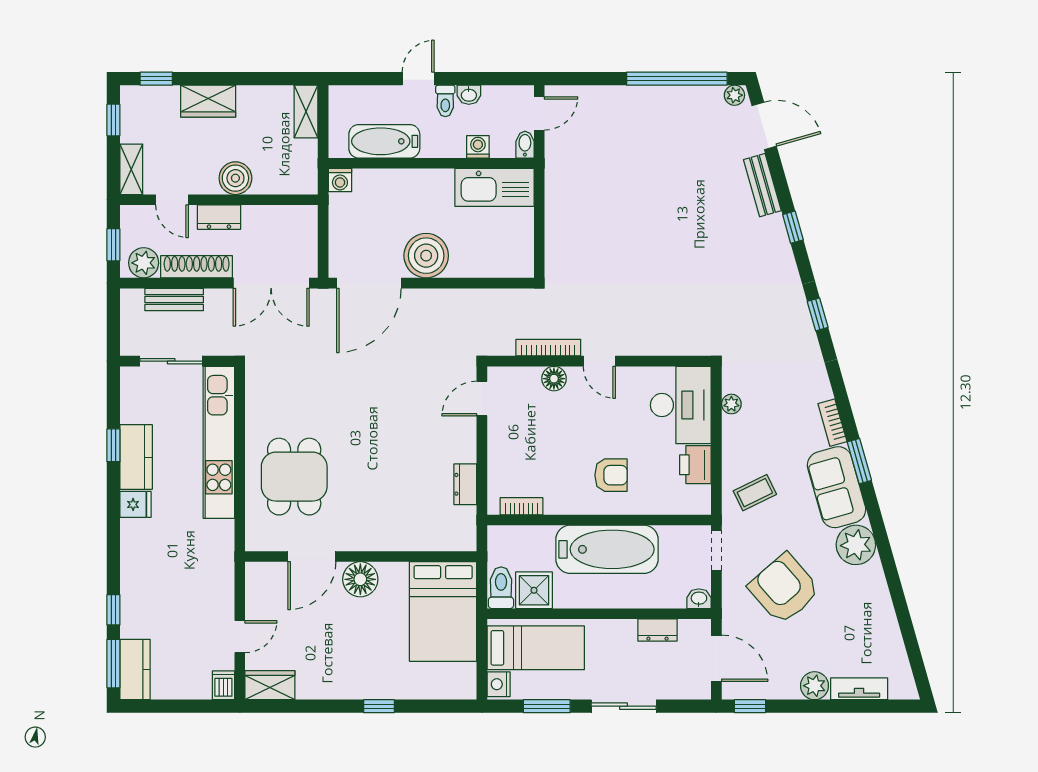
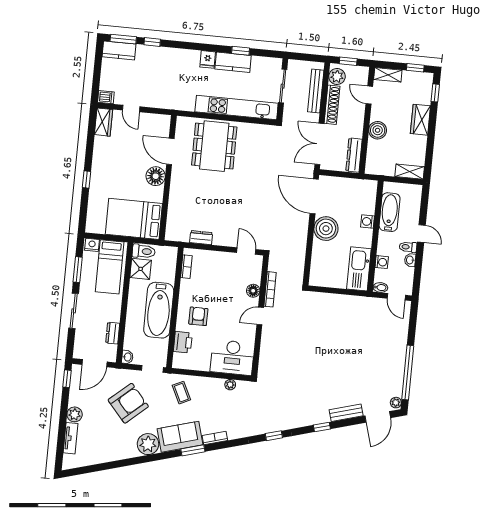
washing machine: (340, 180) -> (368, 222), moved
door: (172, 200) -> (369, 95), hinge flipped
dresser: (219, 217) -> (354, 155), moved, width x1.44
bench: (174, 299) -> (316, 91), width x1.36
printer: (695, 465) -> (183, 342), moved, turned 90
armchair: (611, 475) -> (198, 316), turned 180
dining table: (294, 477) -> (214, 146), width x1.37

